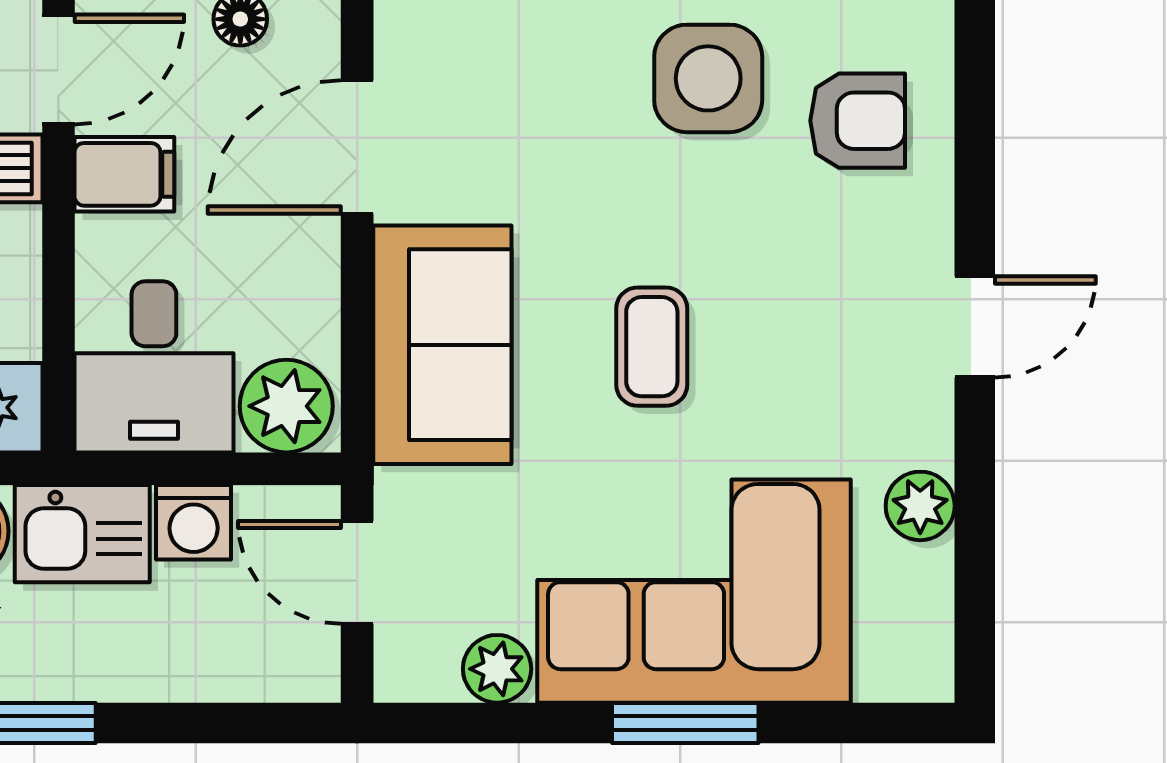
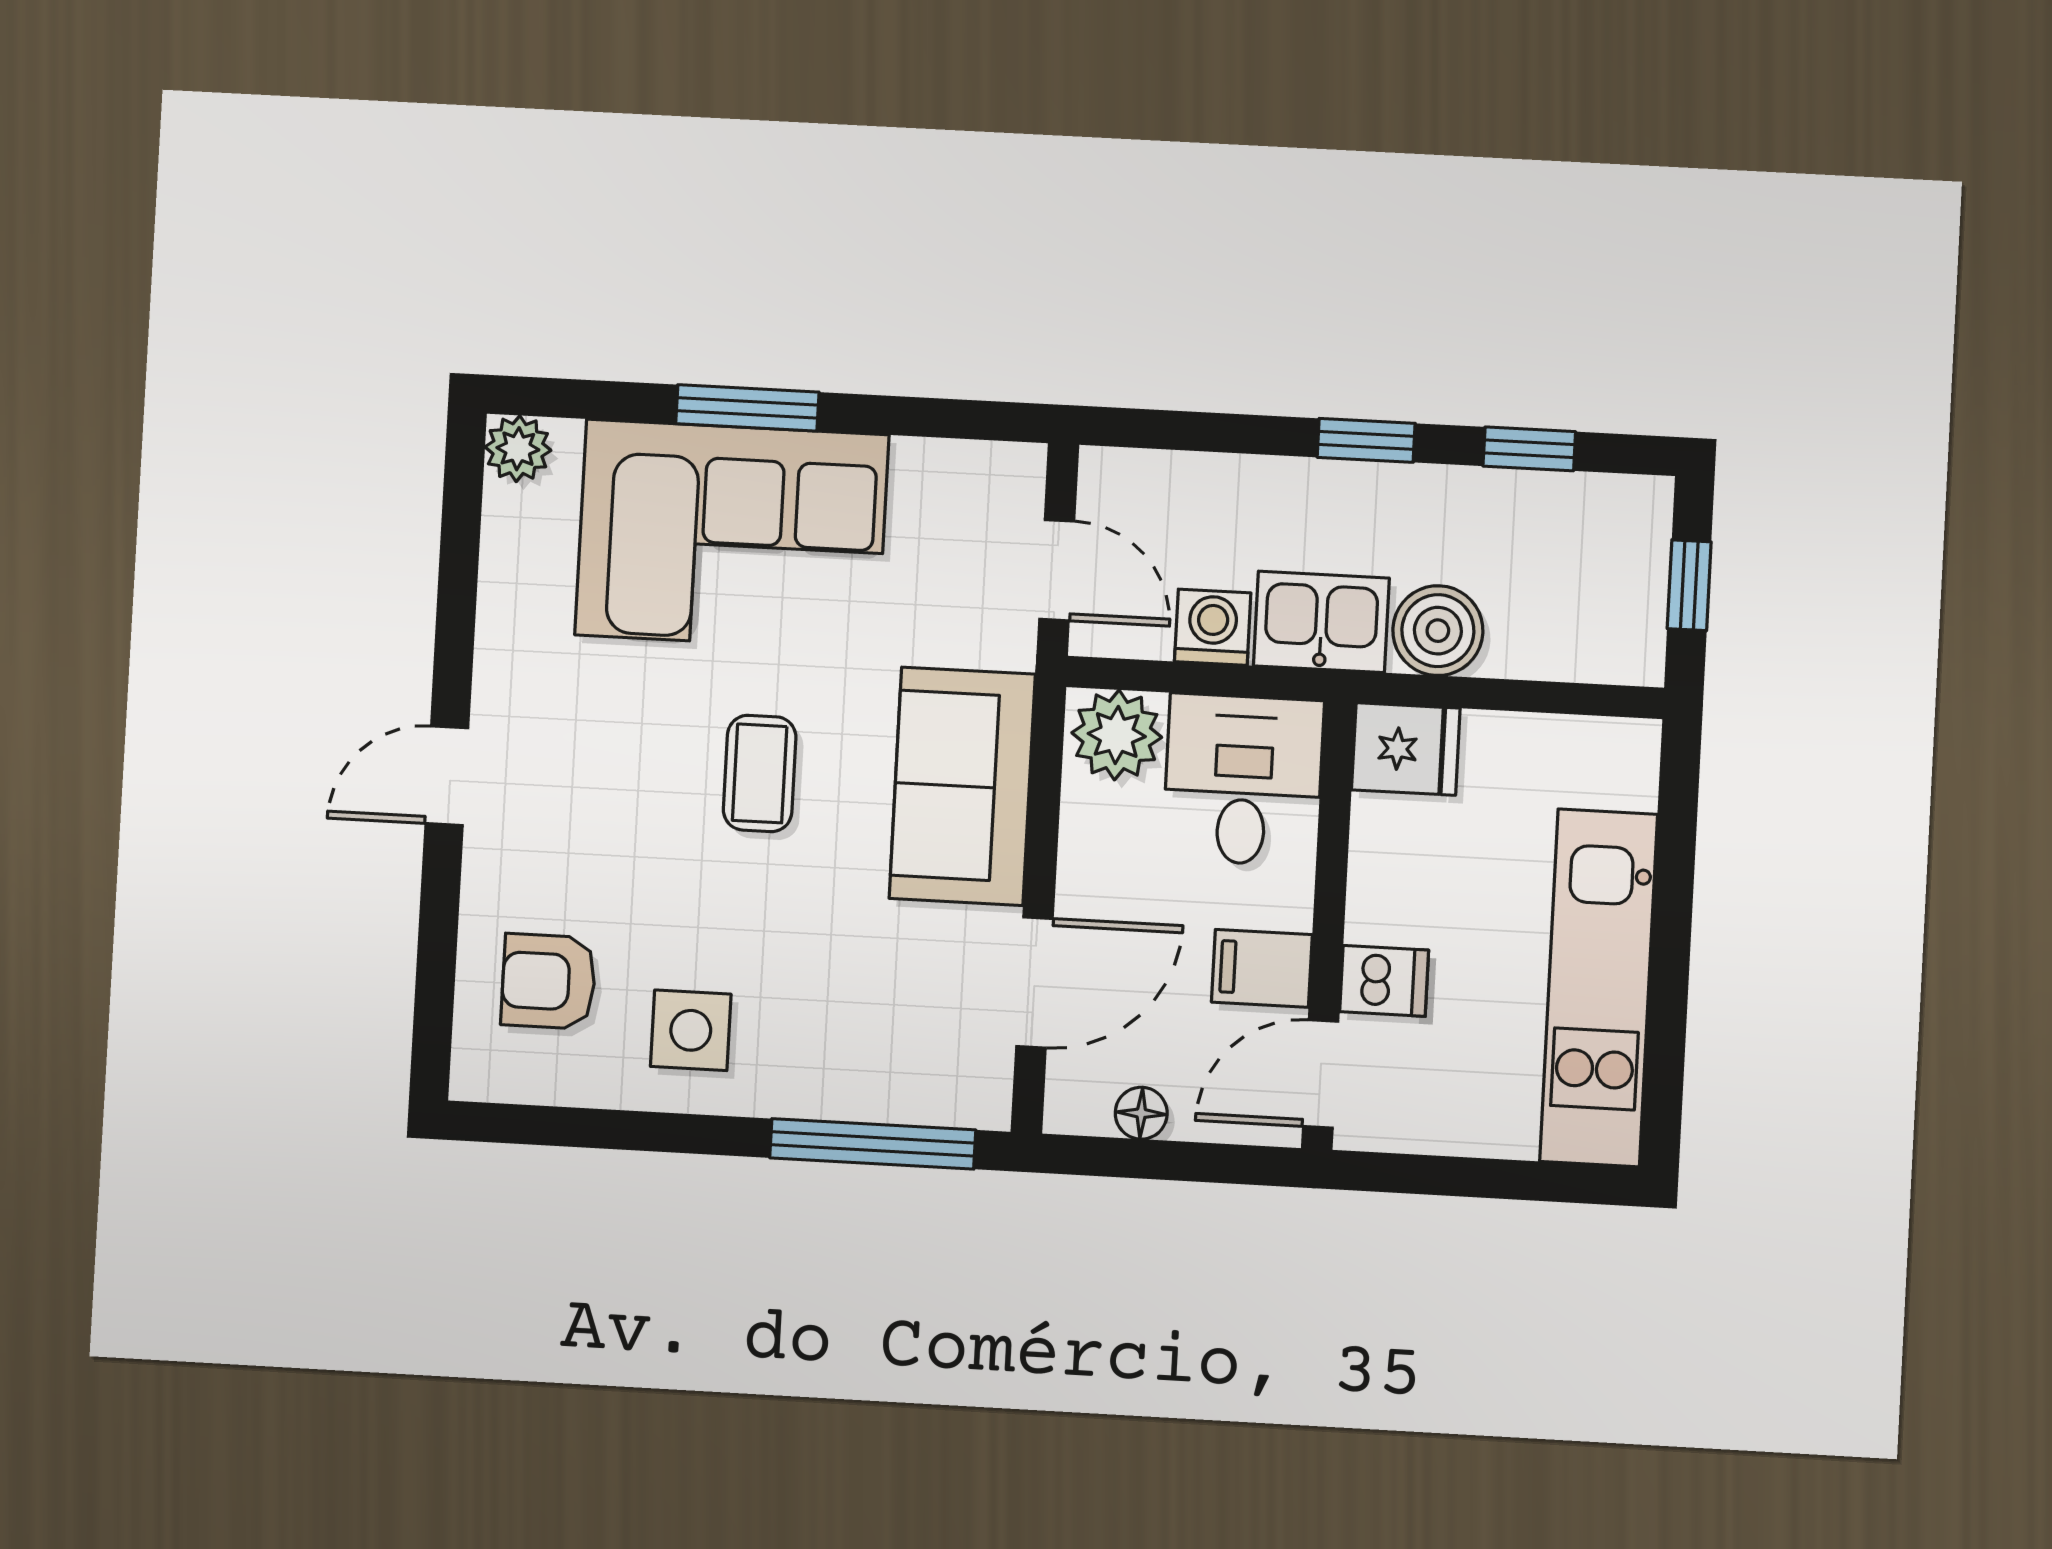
side table: (708, 78) -> (691, 1030), width x0.73, depth x0.73
plant: (920, 506) -> (518, 449), moved
plant: (497, 669) -> (926, 470), removed

